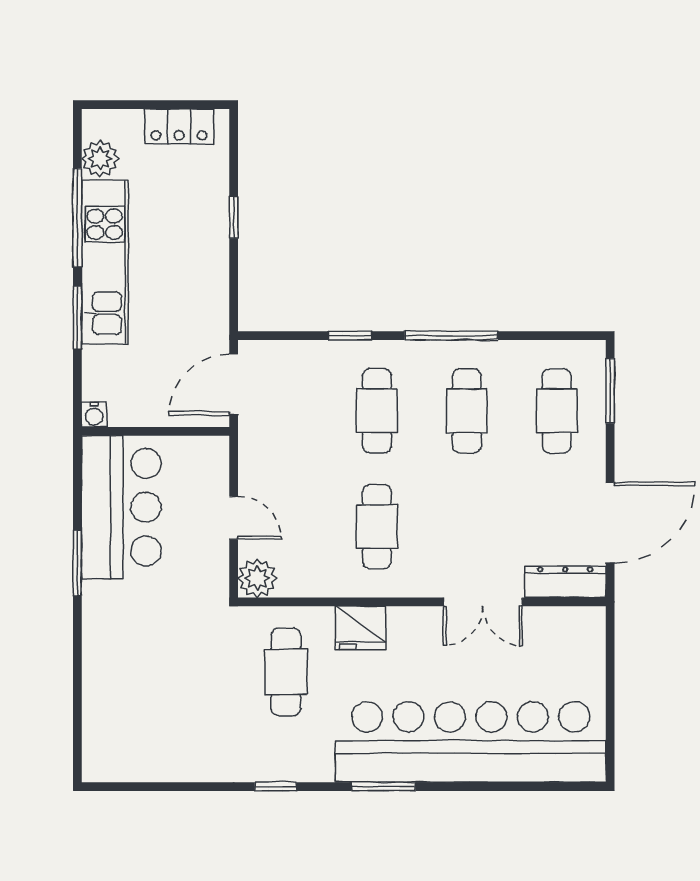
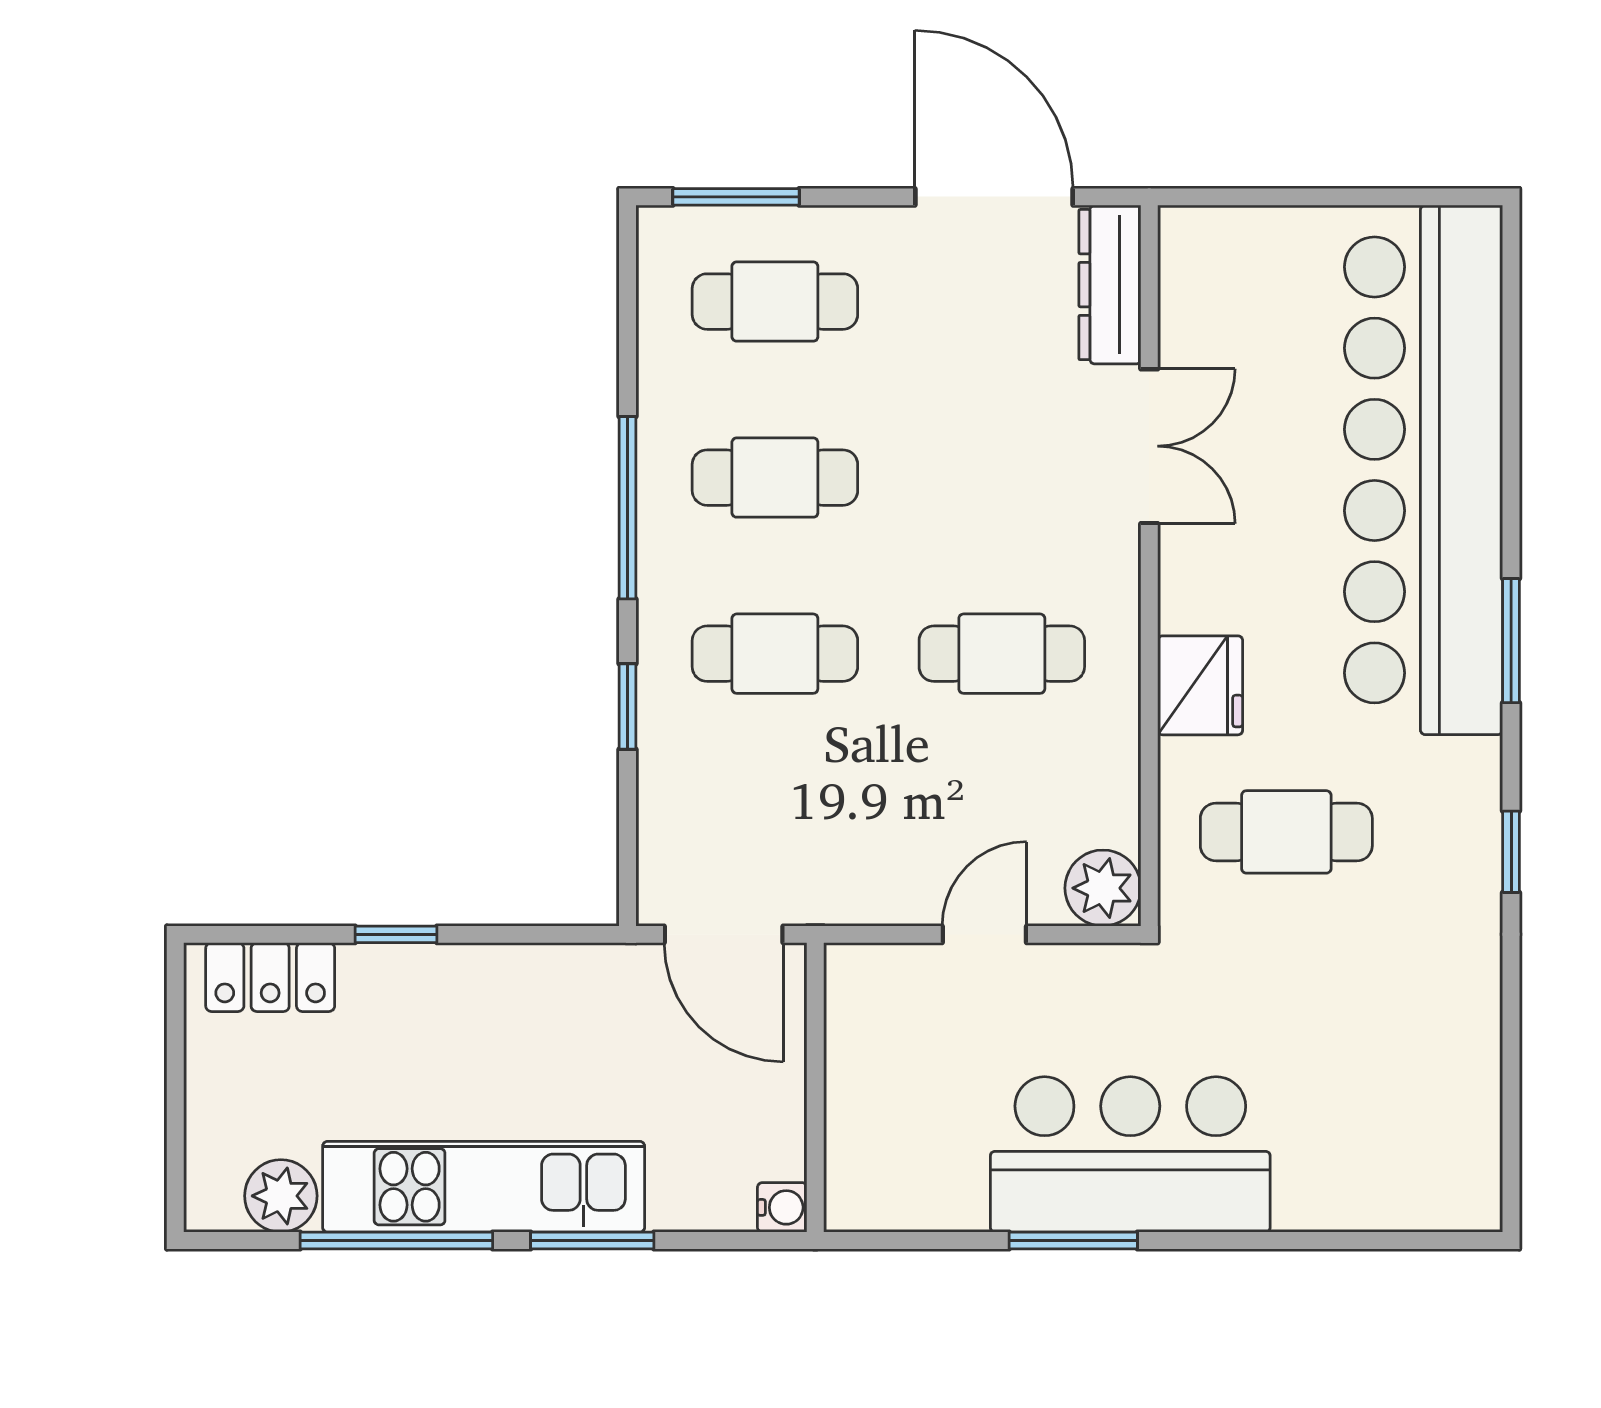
locker: (179, 127) -> (270, 977), moved, turned 90
bar counter: (121, 507) -> (1130, 1154), moved

